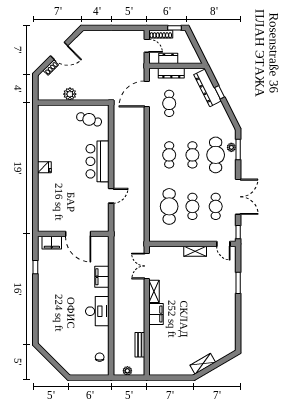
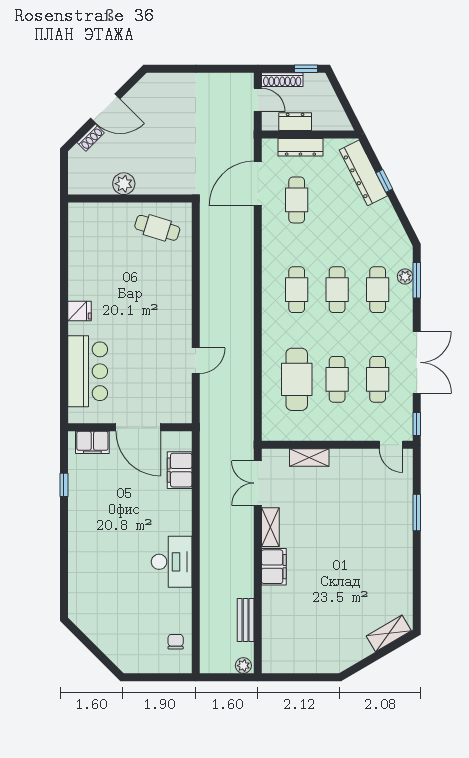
cafe table: (216, 155) -> (378, 290), width x0.73, depth x0.74
bar counter: (98, 161) -> (88, 371), moved, turned 180
shelving: (195, 251) -> (309, 457), moved
filing cabinet: (102, 277) -> (180, 470), moved
shelving: (203, 364) -> (389, 633), moved
plant: (127, 371) -> (243, 666), moved

